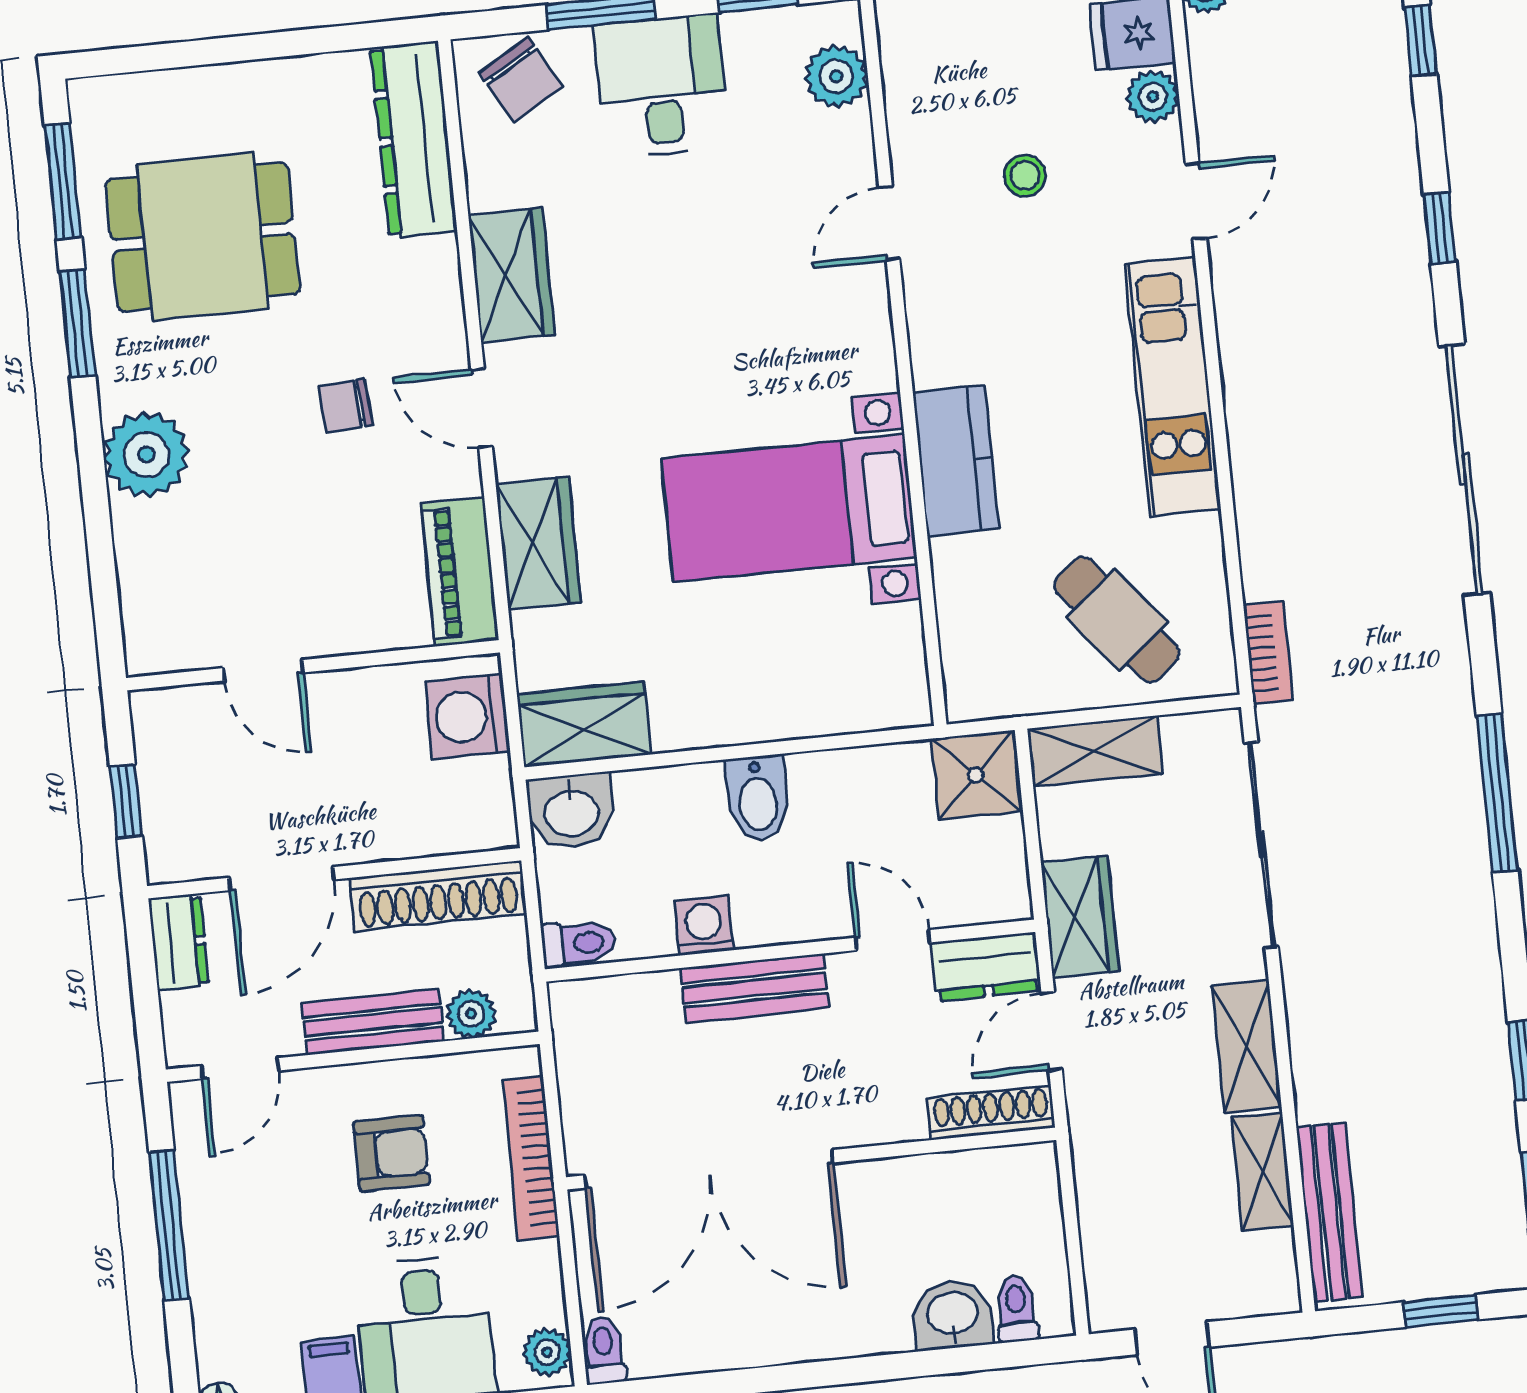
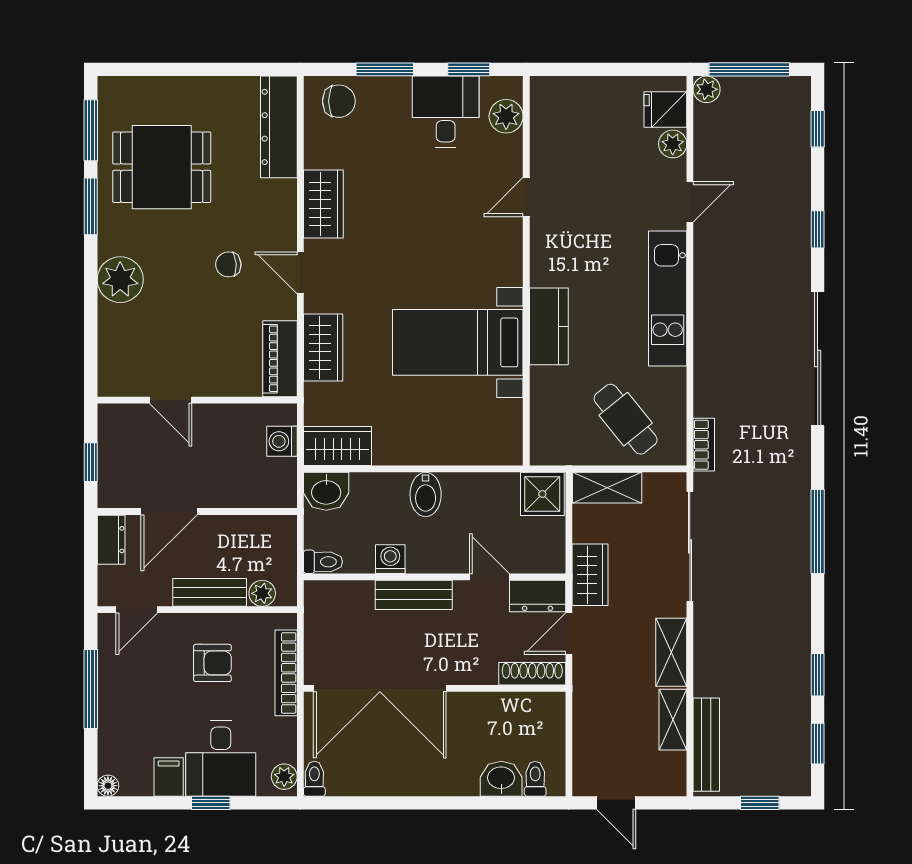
chair: (521, 80) -> (339, 101), turned -60
desk: (661, 86) -> (446, 112), moved
stool: (1025, 175) -> (601, 179), removed
washing machine: (467, 716) -> (282, 441), width x0.73, depth x0.73
shoe rack: (438, 896) -> (251, 529), removed

